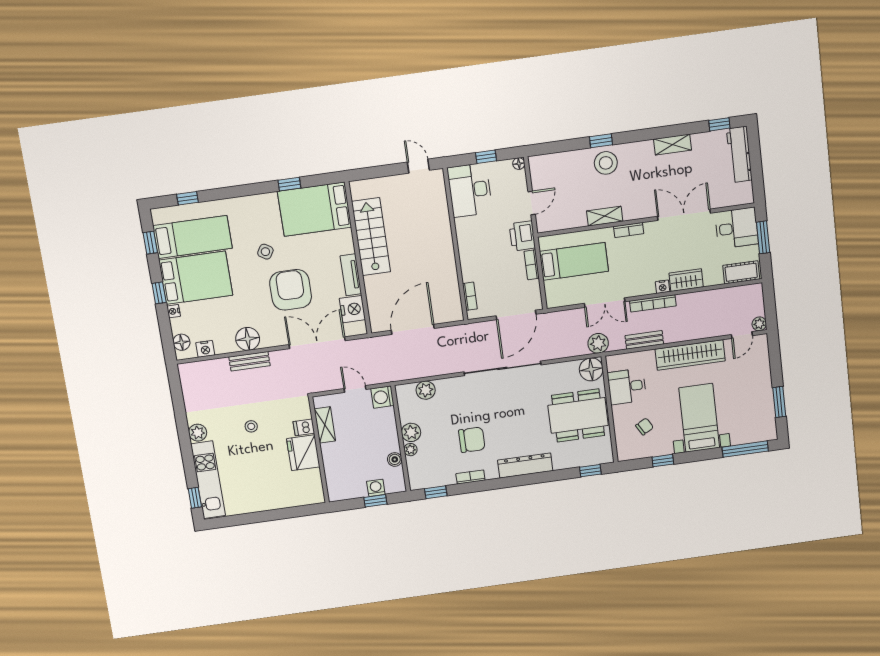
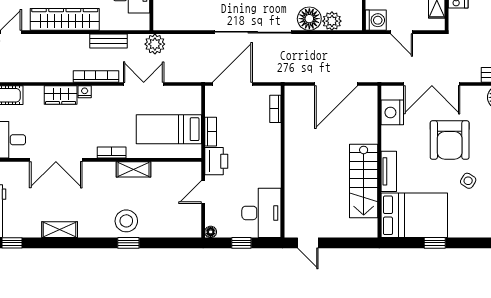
tv unit: (351, 275) -> (389, 171), moved
floor lamp: (591, 369) -> (309, 19), moved

